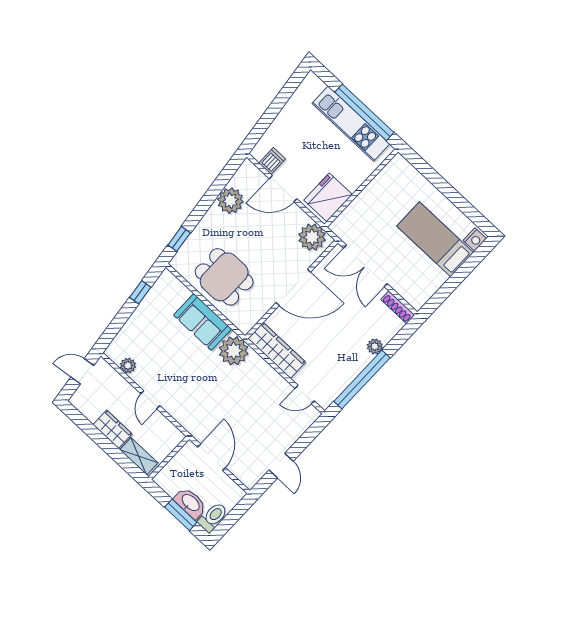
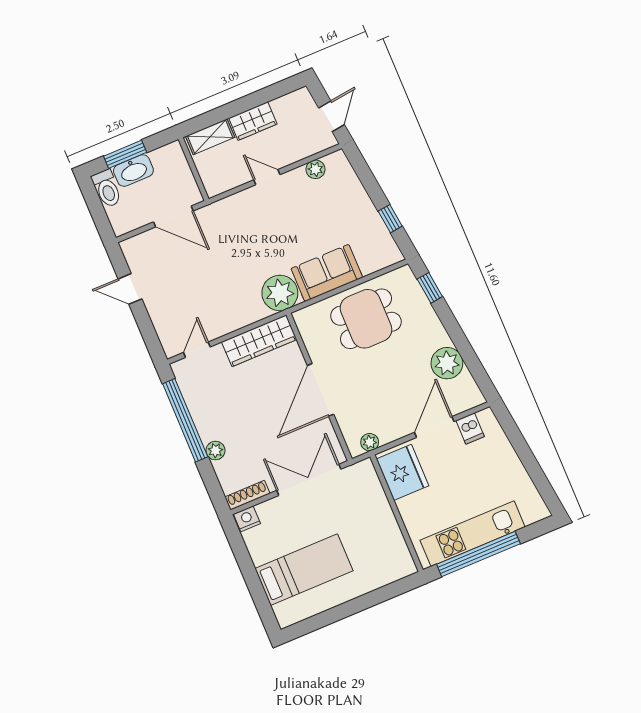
plant: (312, 237) -> (370, 442), width x0.53, depth x0.53
nightstand: (475, 239) -> (247, 519), moved, turned 90

